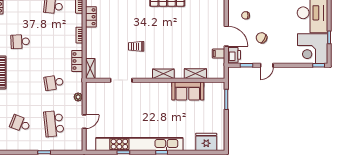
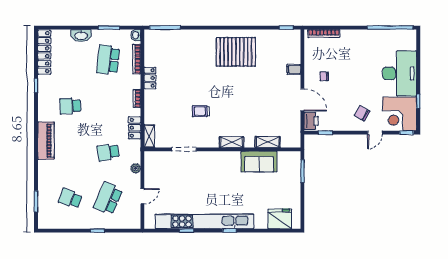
chair: (262, 38) -> (362, 113), moved
filing cabinet: (219, 54) -> (294, 69), moved
door: (267, 65) -> (375, 133), moved
school desk: (54, 124) -> (108, 198), turned 30

